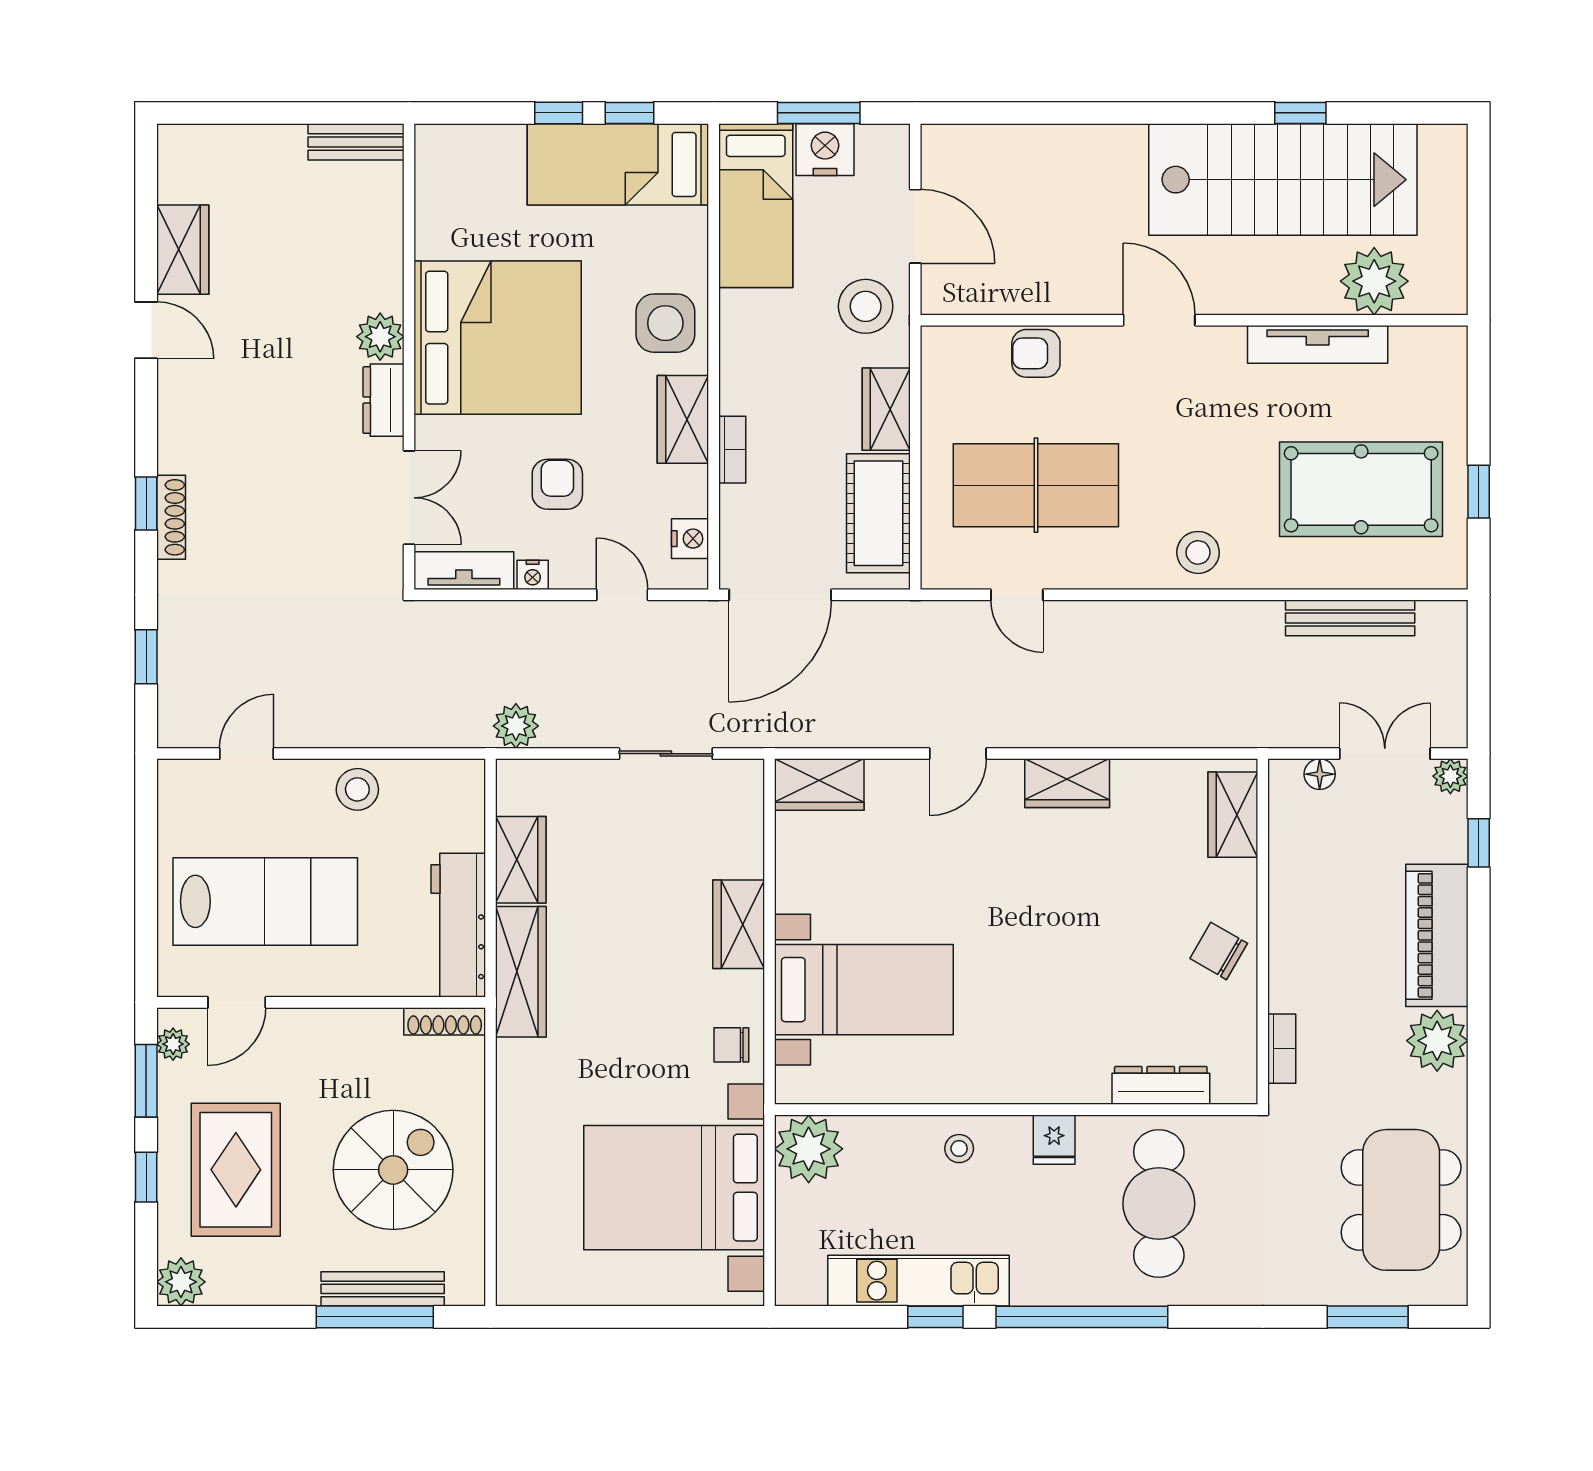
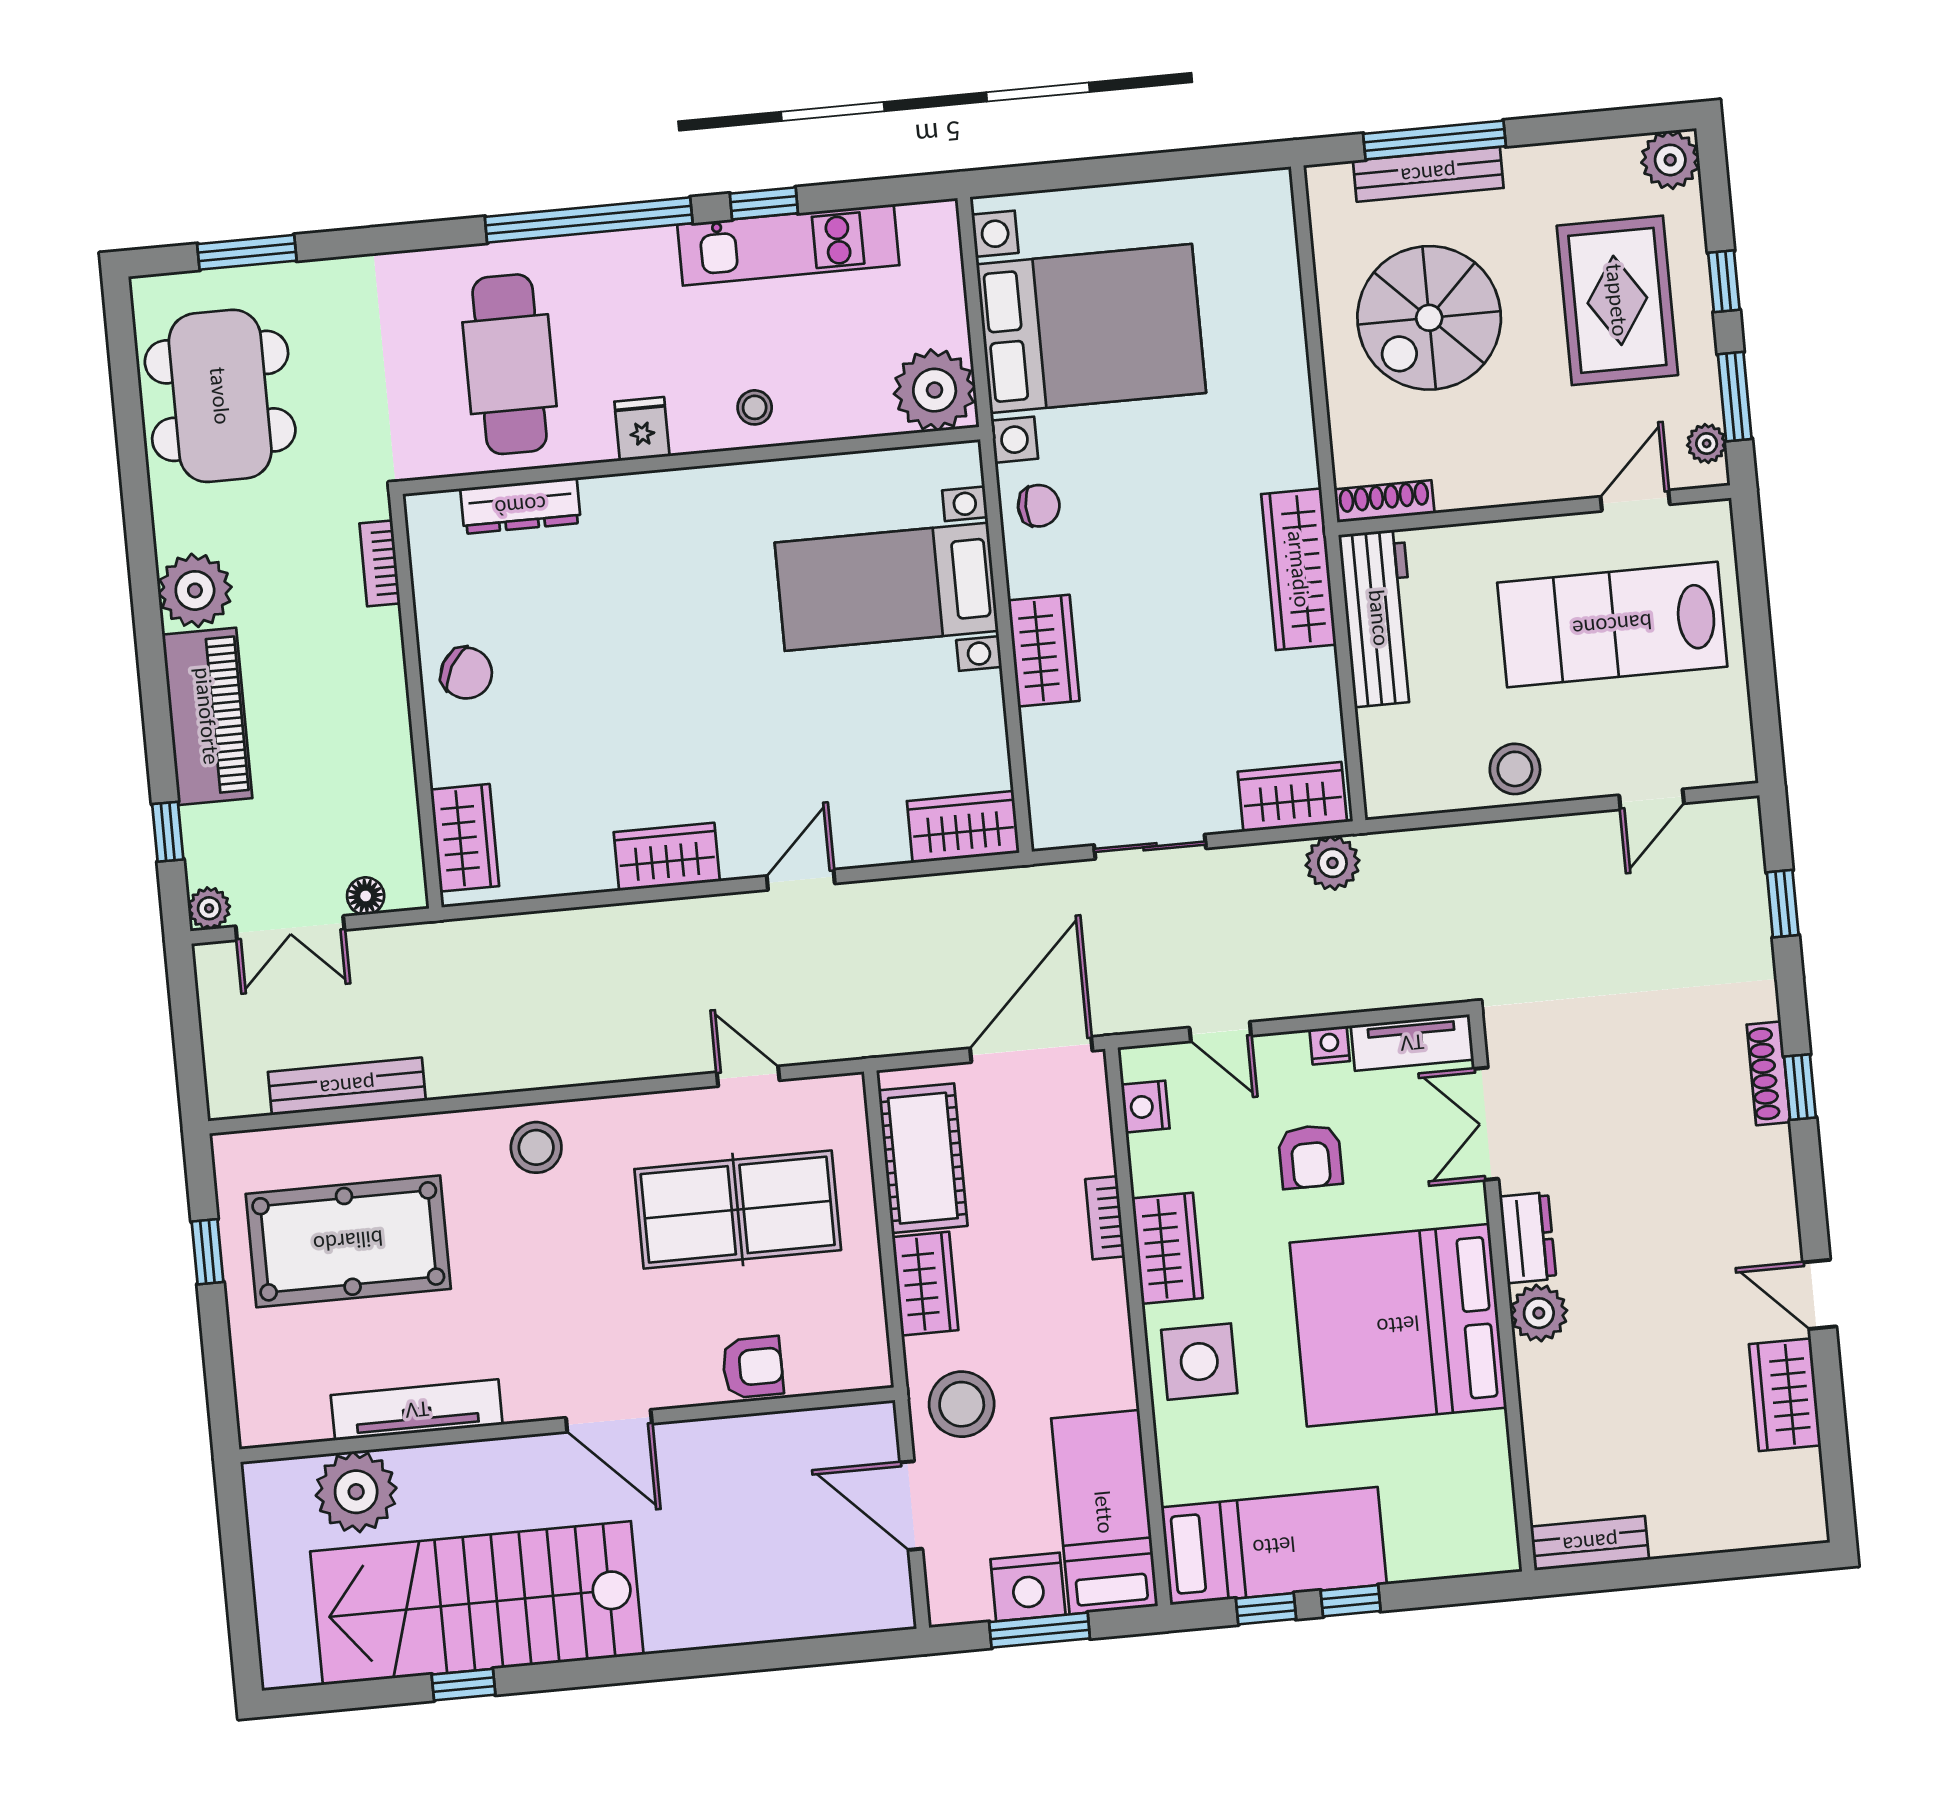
wardrobe: (521, 860) -> (1292, 797), moved, turned 90

